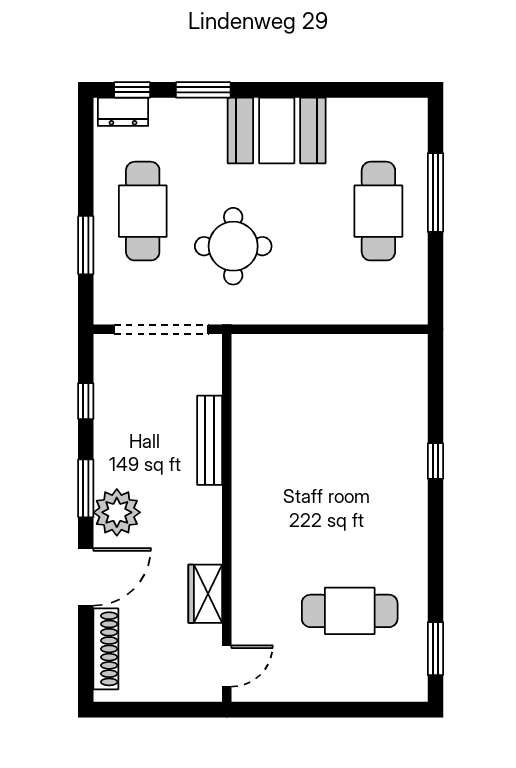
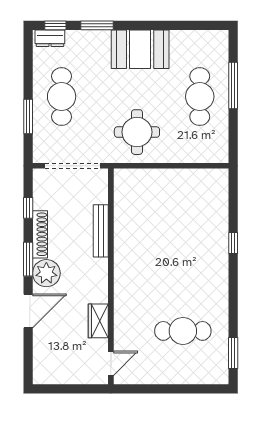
round table: (233, 246) -> (137, 132), moved
shoe rack: (106, 649) -> (40, 234), moved

